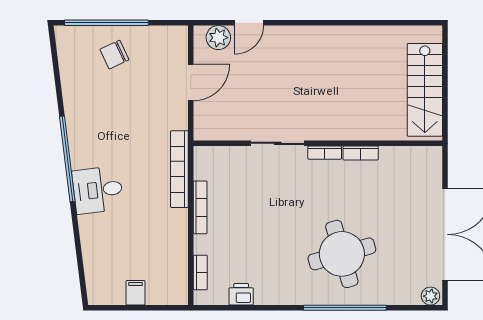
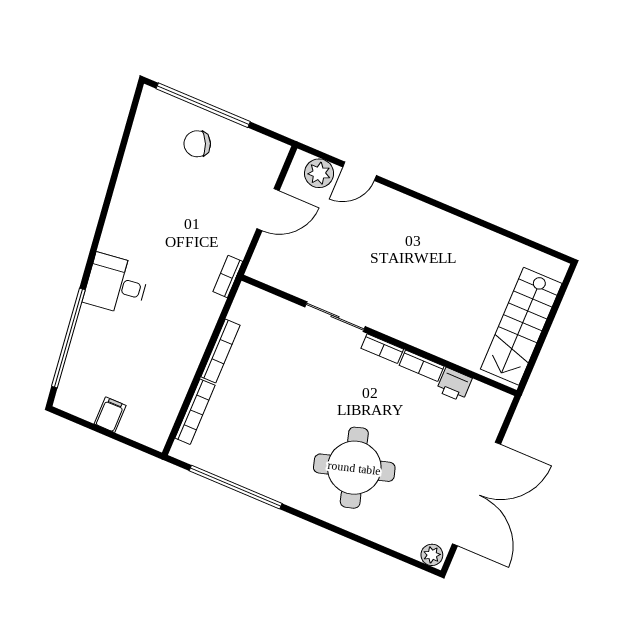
window: (67, 159) -> (68, 338), moved
bookcase: (179, 169) -> (228, 276), width x0.43, depth x0.76
bookcase: (200, 272) -> (195, 412), width x1.56
printer: (241, 294) -> (454, 385), moved, turned 180
window: (345, 308) -> (236, 487), moved

